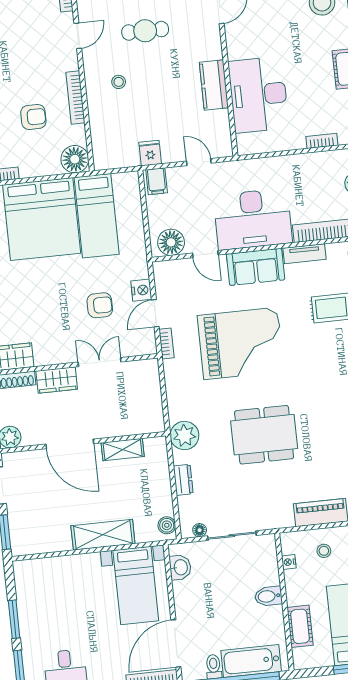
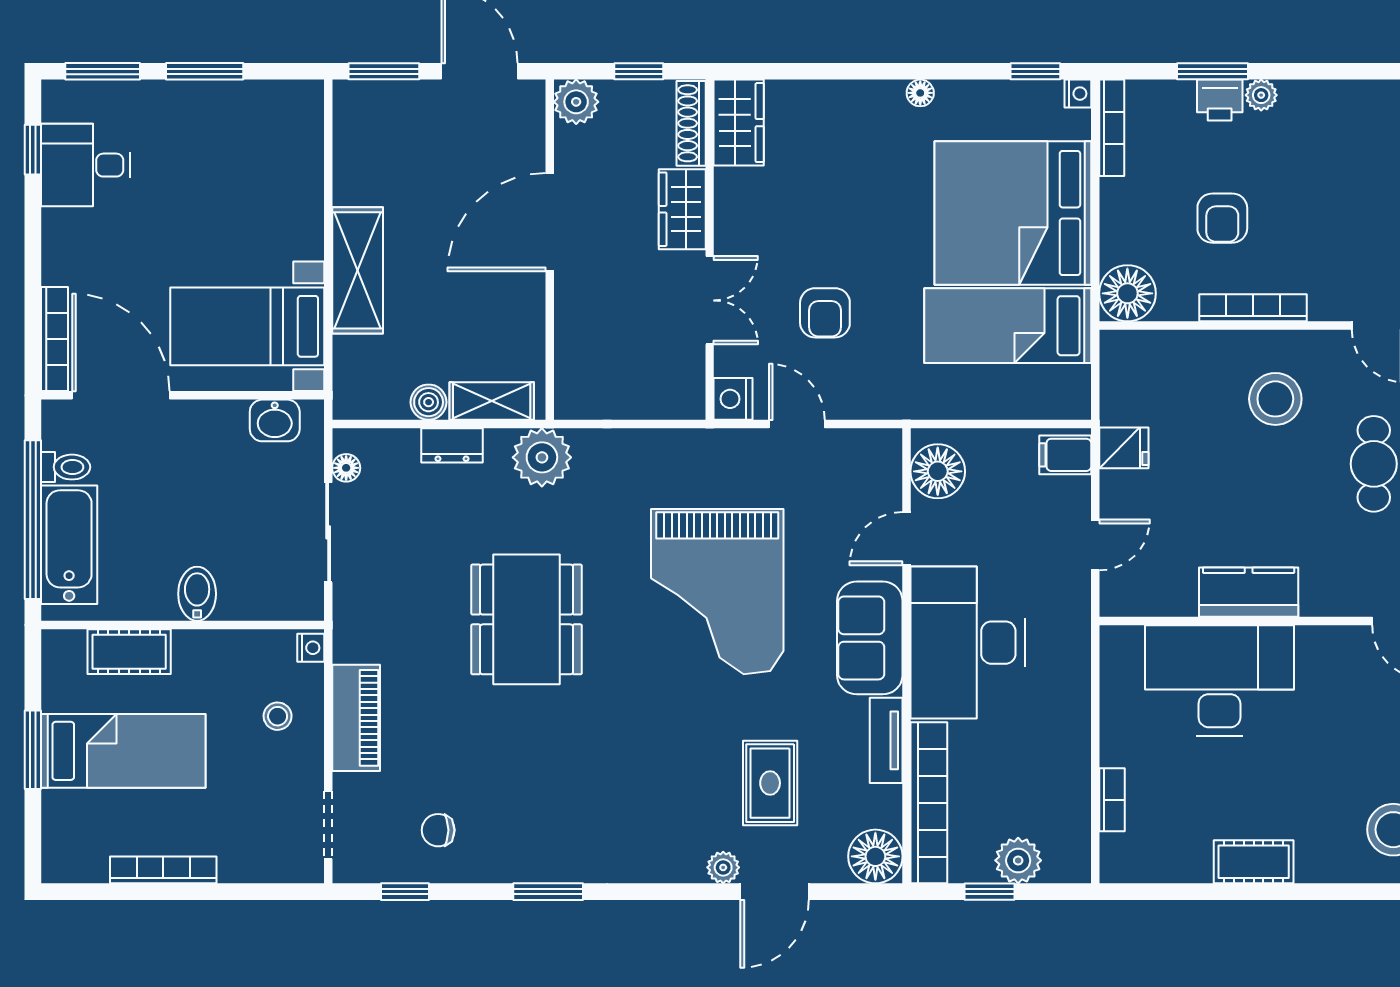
stool: (119, 82) -> (1275, 399), width x1.89, depth x1.89
nightstand: (141, 290) -> (733, 399), moved, turned 90
bookcase: (166, 343) -> (733, 440), removed
shelving: (123, 450) -> (492, 401), moved, turned 90
boiler: (167, 525) -> (429, 402), moved
nightstand: (289, 562) -> (311, 648), moved, turned 90

